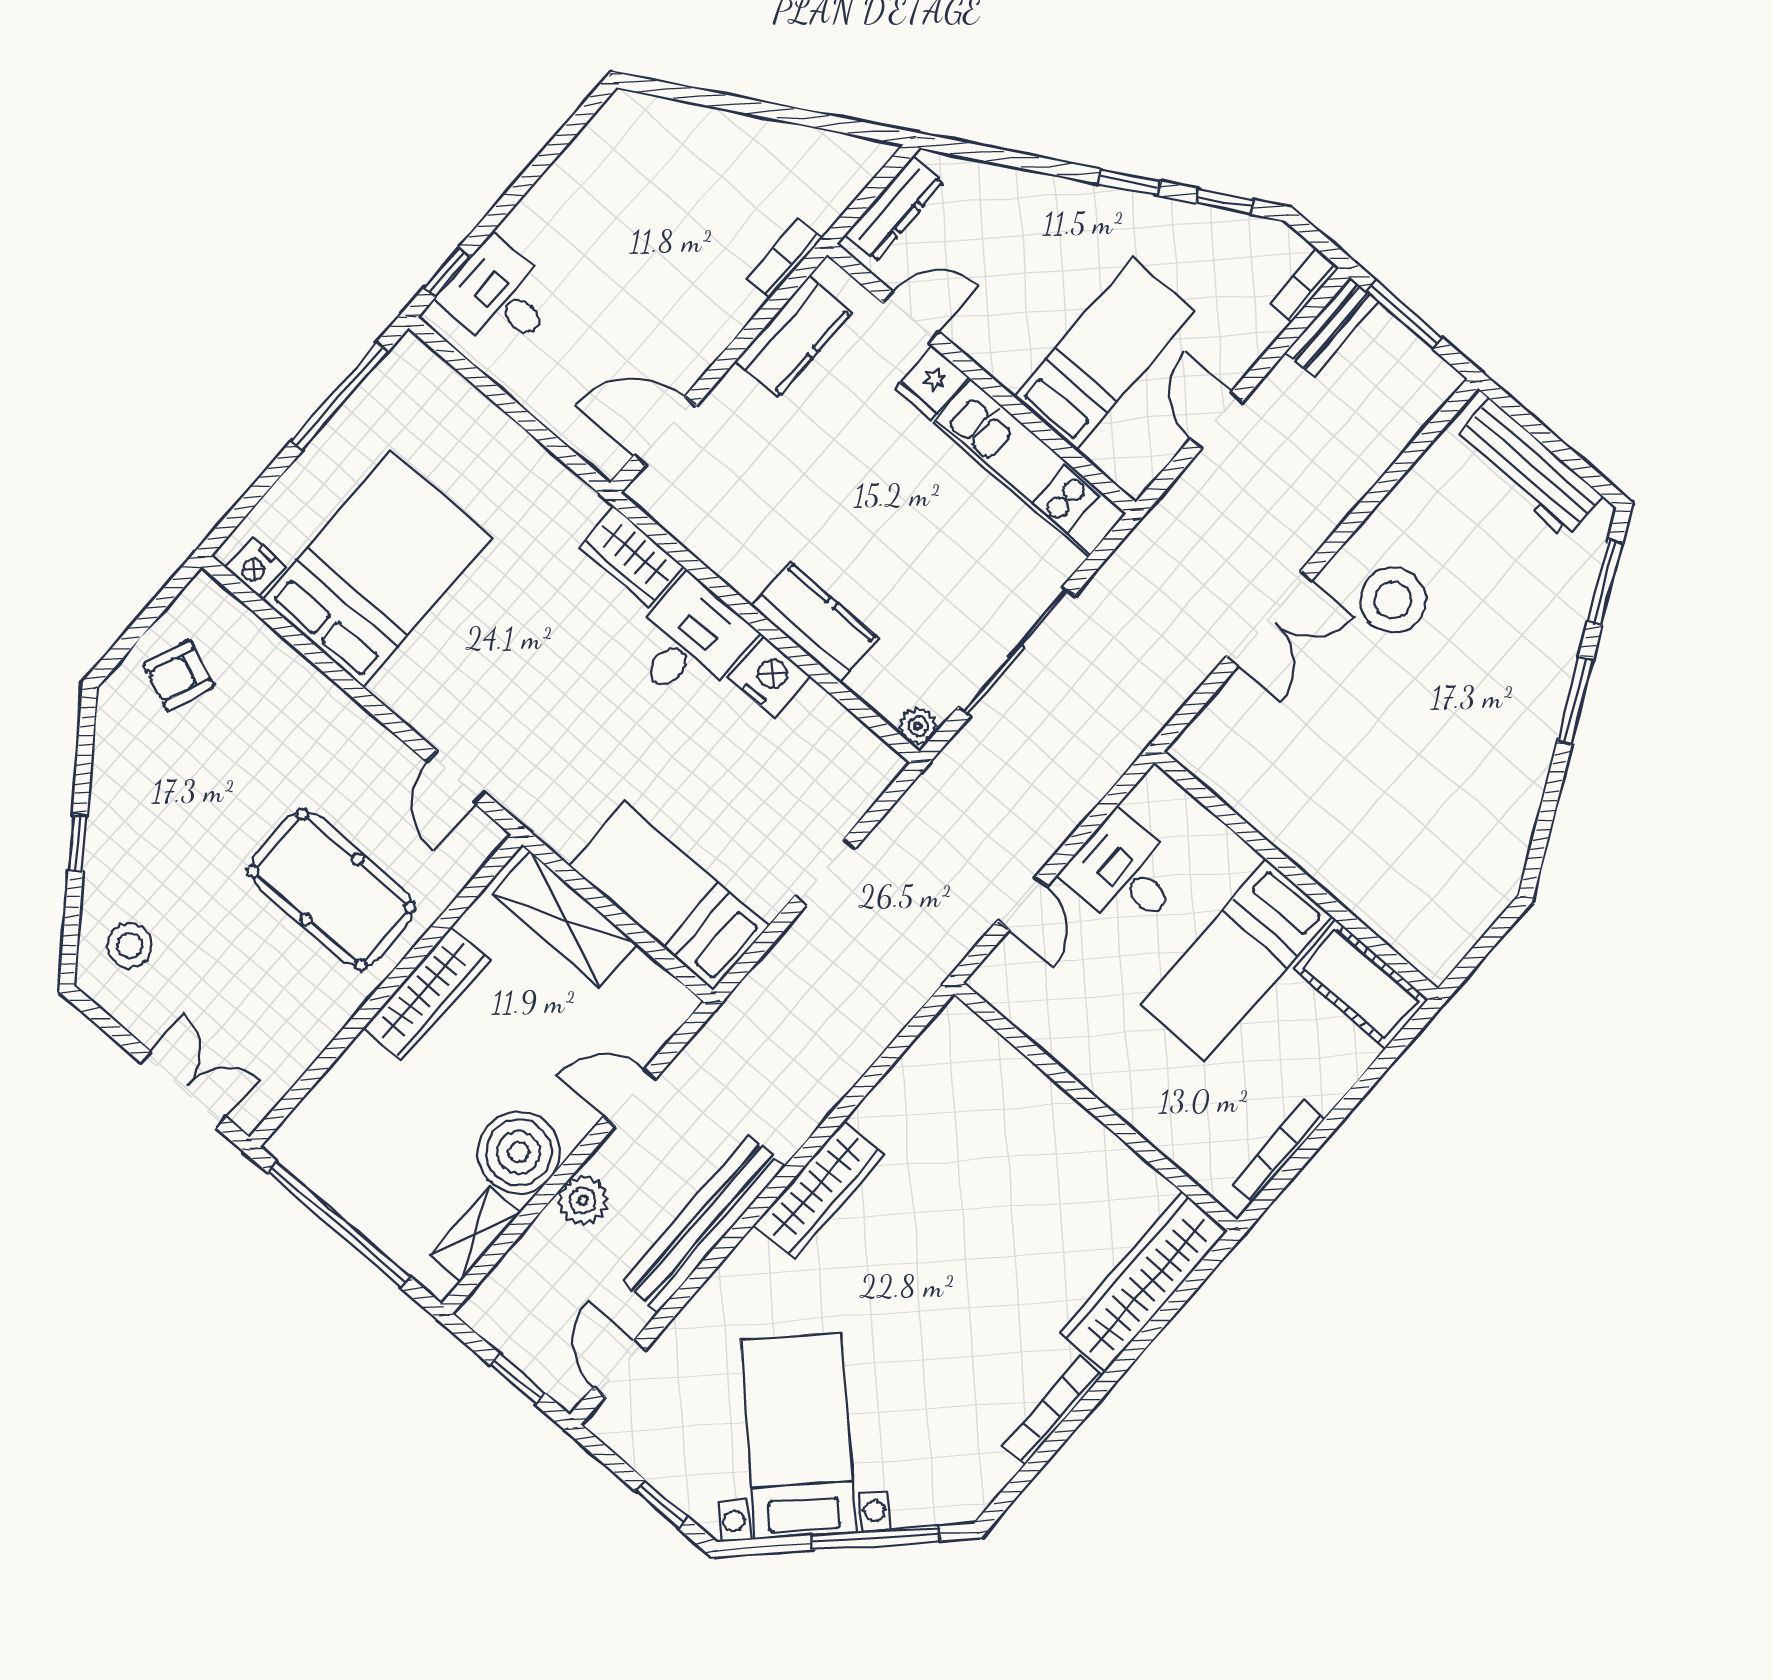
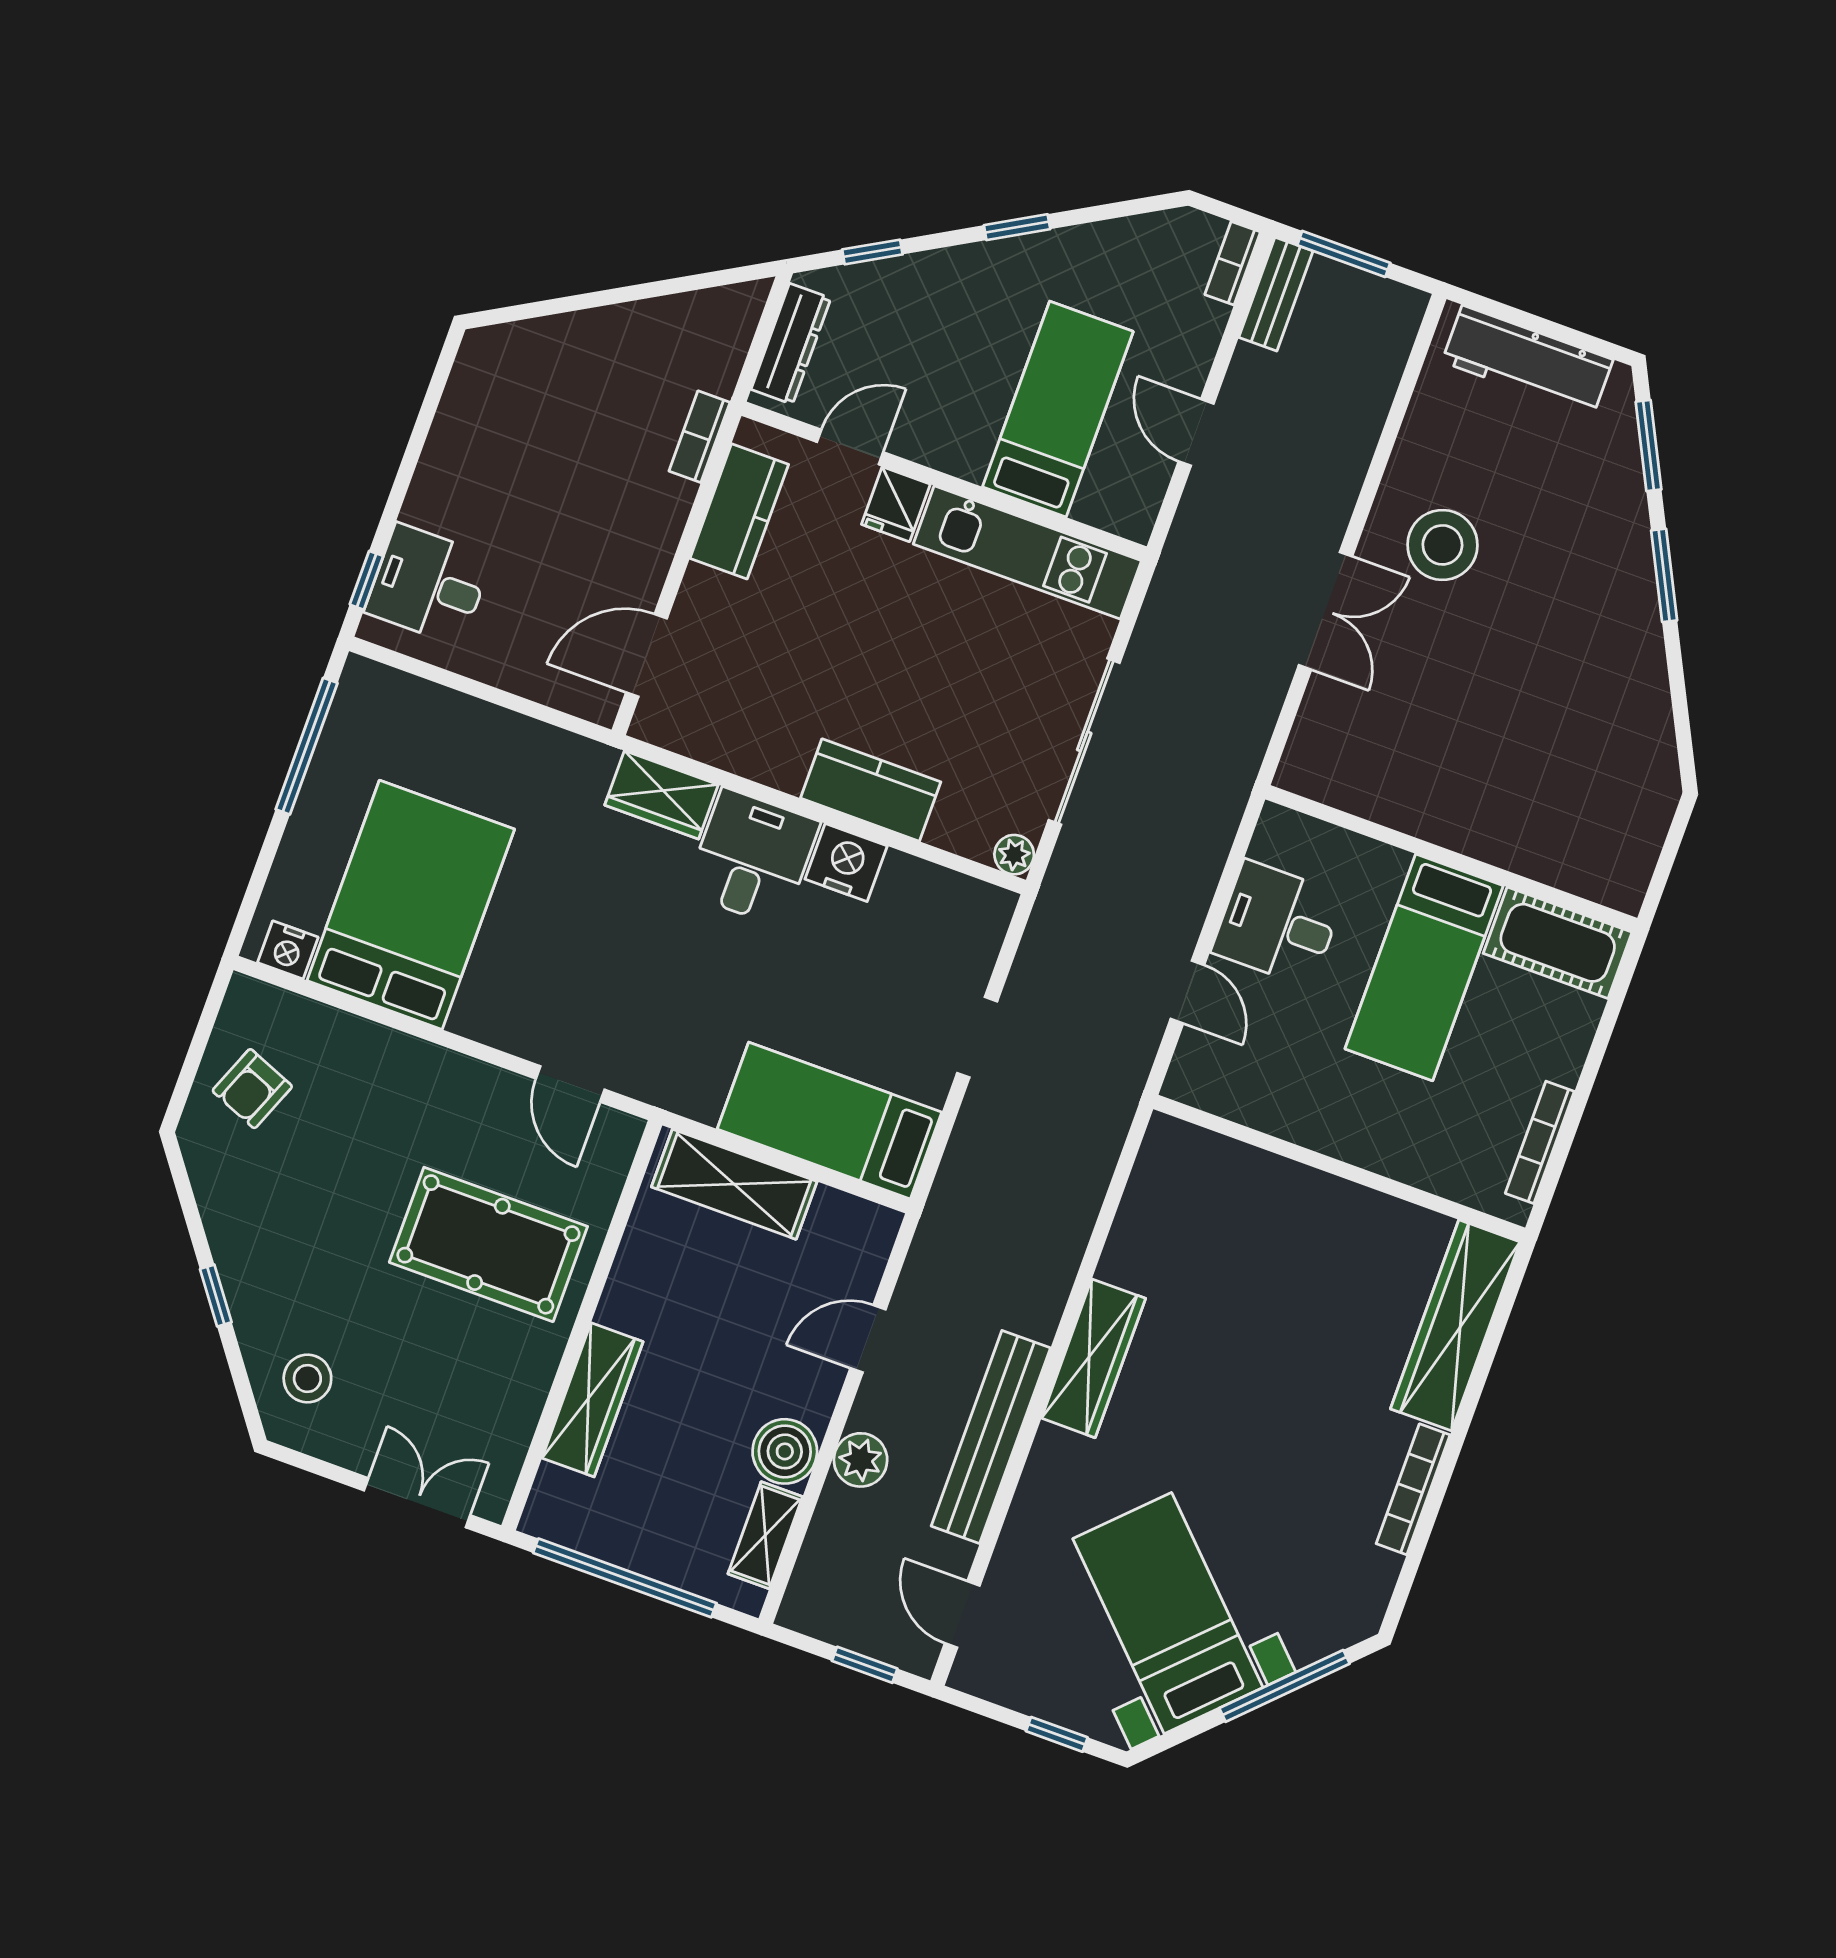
window: (1225, 201) -> (872, 252), moved
wardrobe: (427, 994) -> (593, 1400), moved
boiler: (519, 1152) -> (785, 1451), width x0.73, depth x0.73

